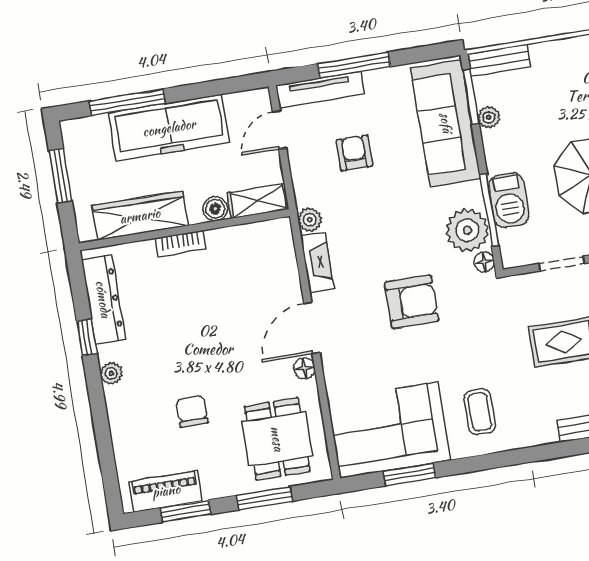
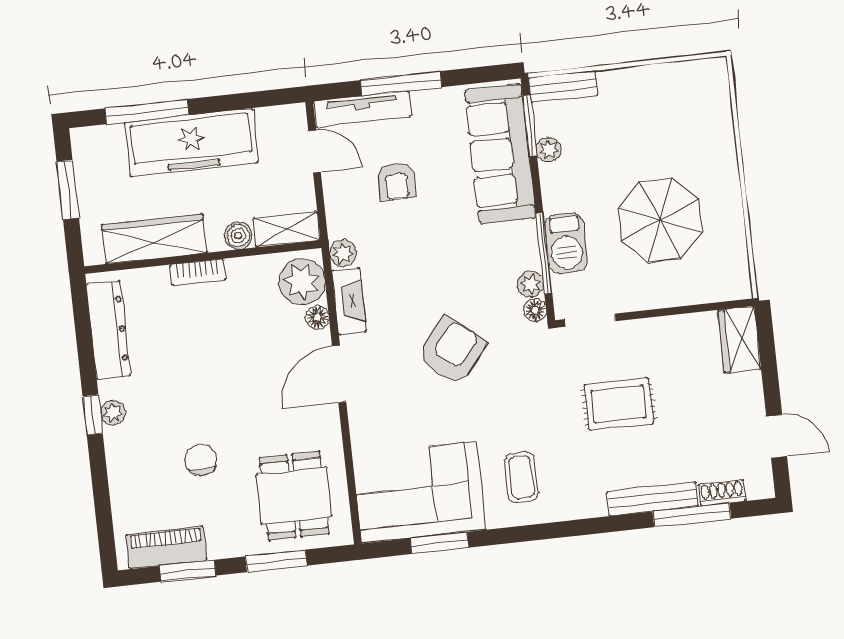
door: (279, 130) -> (315, 151), swing flipped
armchair: (354, 153) -> (397, 181), turned 180
plant: (467, 230) -> (530, 284), width x0.53, depth x0.53
plant: (274, 247) -> (302, 282), added
doorway: (562, 263) -> (590, 320), moved
armchair: (412, 302) -> (452, 351), turned -51
window: (87, 337) -> (93, 415), moved
floor lamp: (304, 368) -> (317, 317), moved

